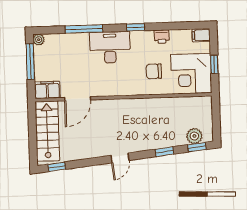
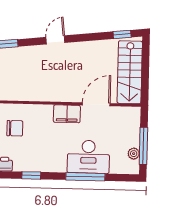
plant: (39, 40) -> (134, 154), moved
desk: (110, 47) -> (88, 157), moved
filing cabinet: (47, 90) -> (67, 114), moved

